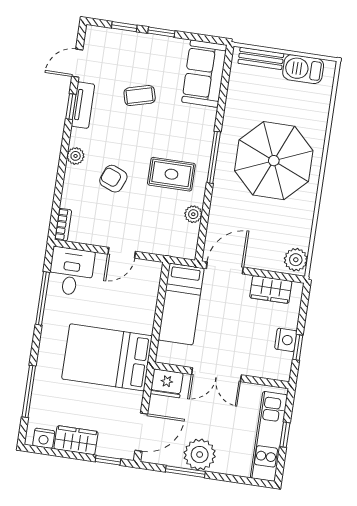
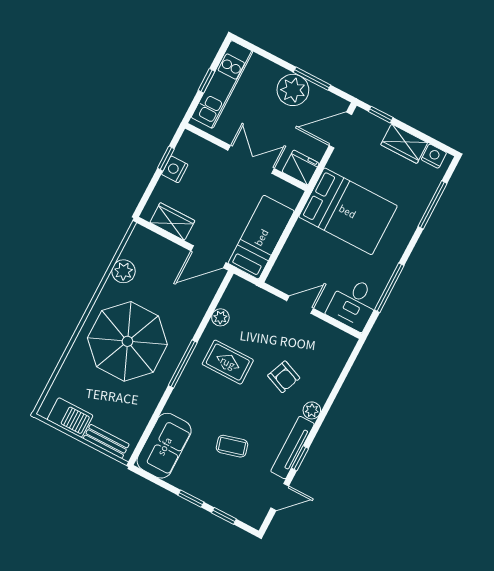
tv unit: (83, 105) -> (293, 448), width x1.41
bookcase: (63, 225) -> (346, 350), removed
plant: (296, 260) -> (123, 271), moved

